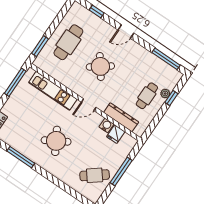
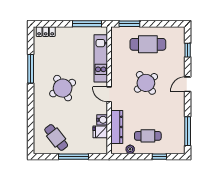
door: (126, 31) -> (188, 84), hinge flipped
plant: (165, 94) -> (130, 149), moved

